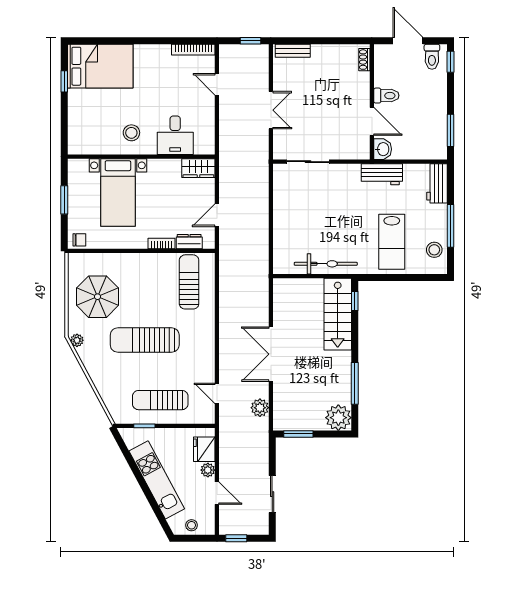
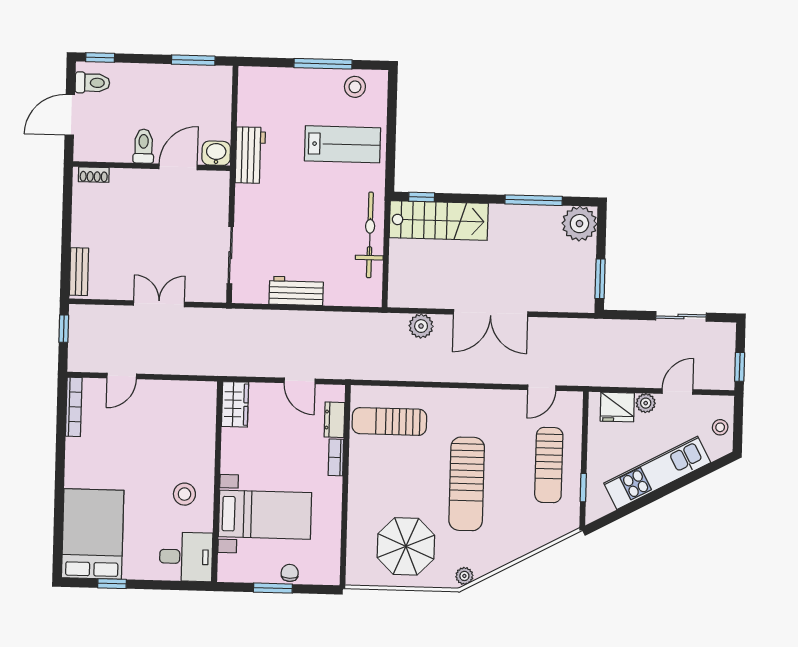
desk: (175, 135) -> (186, 557), moved
workbench: (437, 183) -> (296, 291), moved, turned 180
chair: (79, 240) -> (290, 573), moved
plant: (260, 408) -> (421, 326), moved

